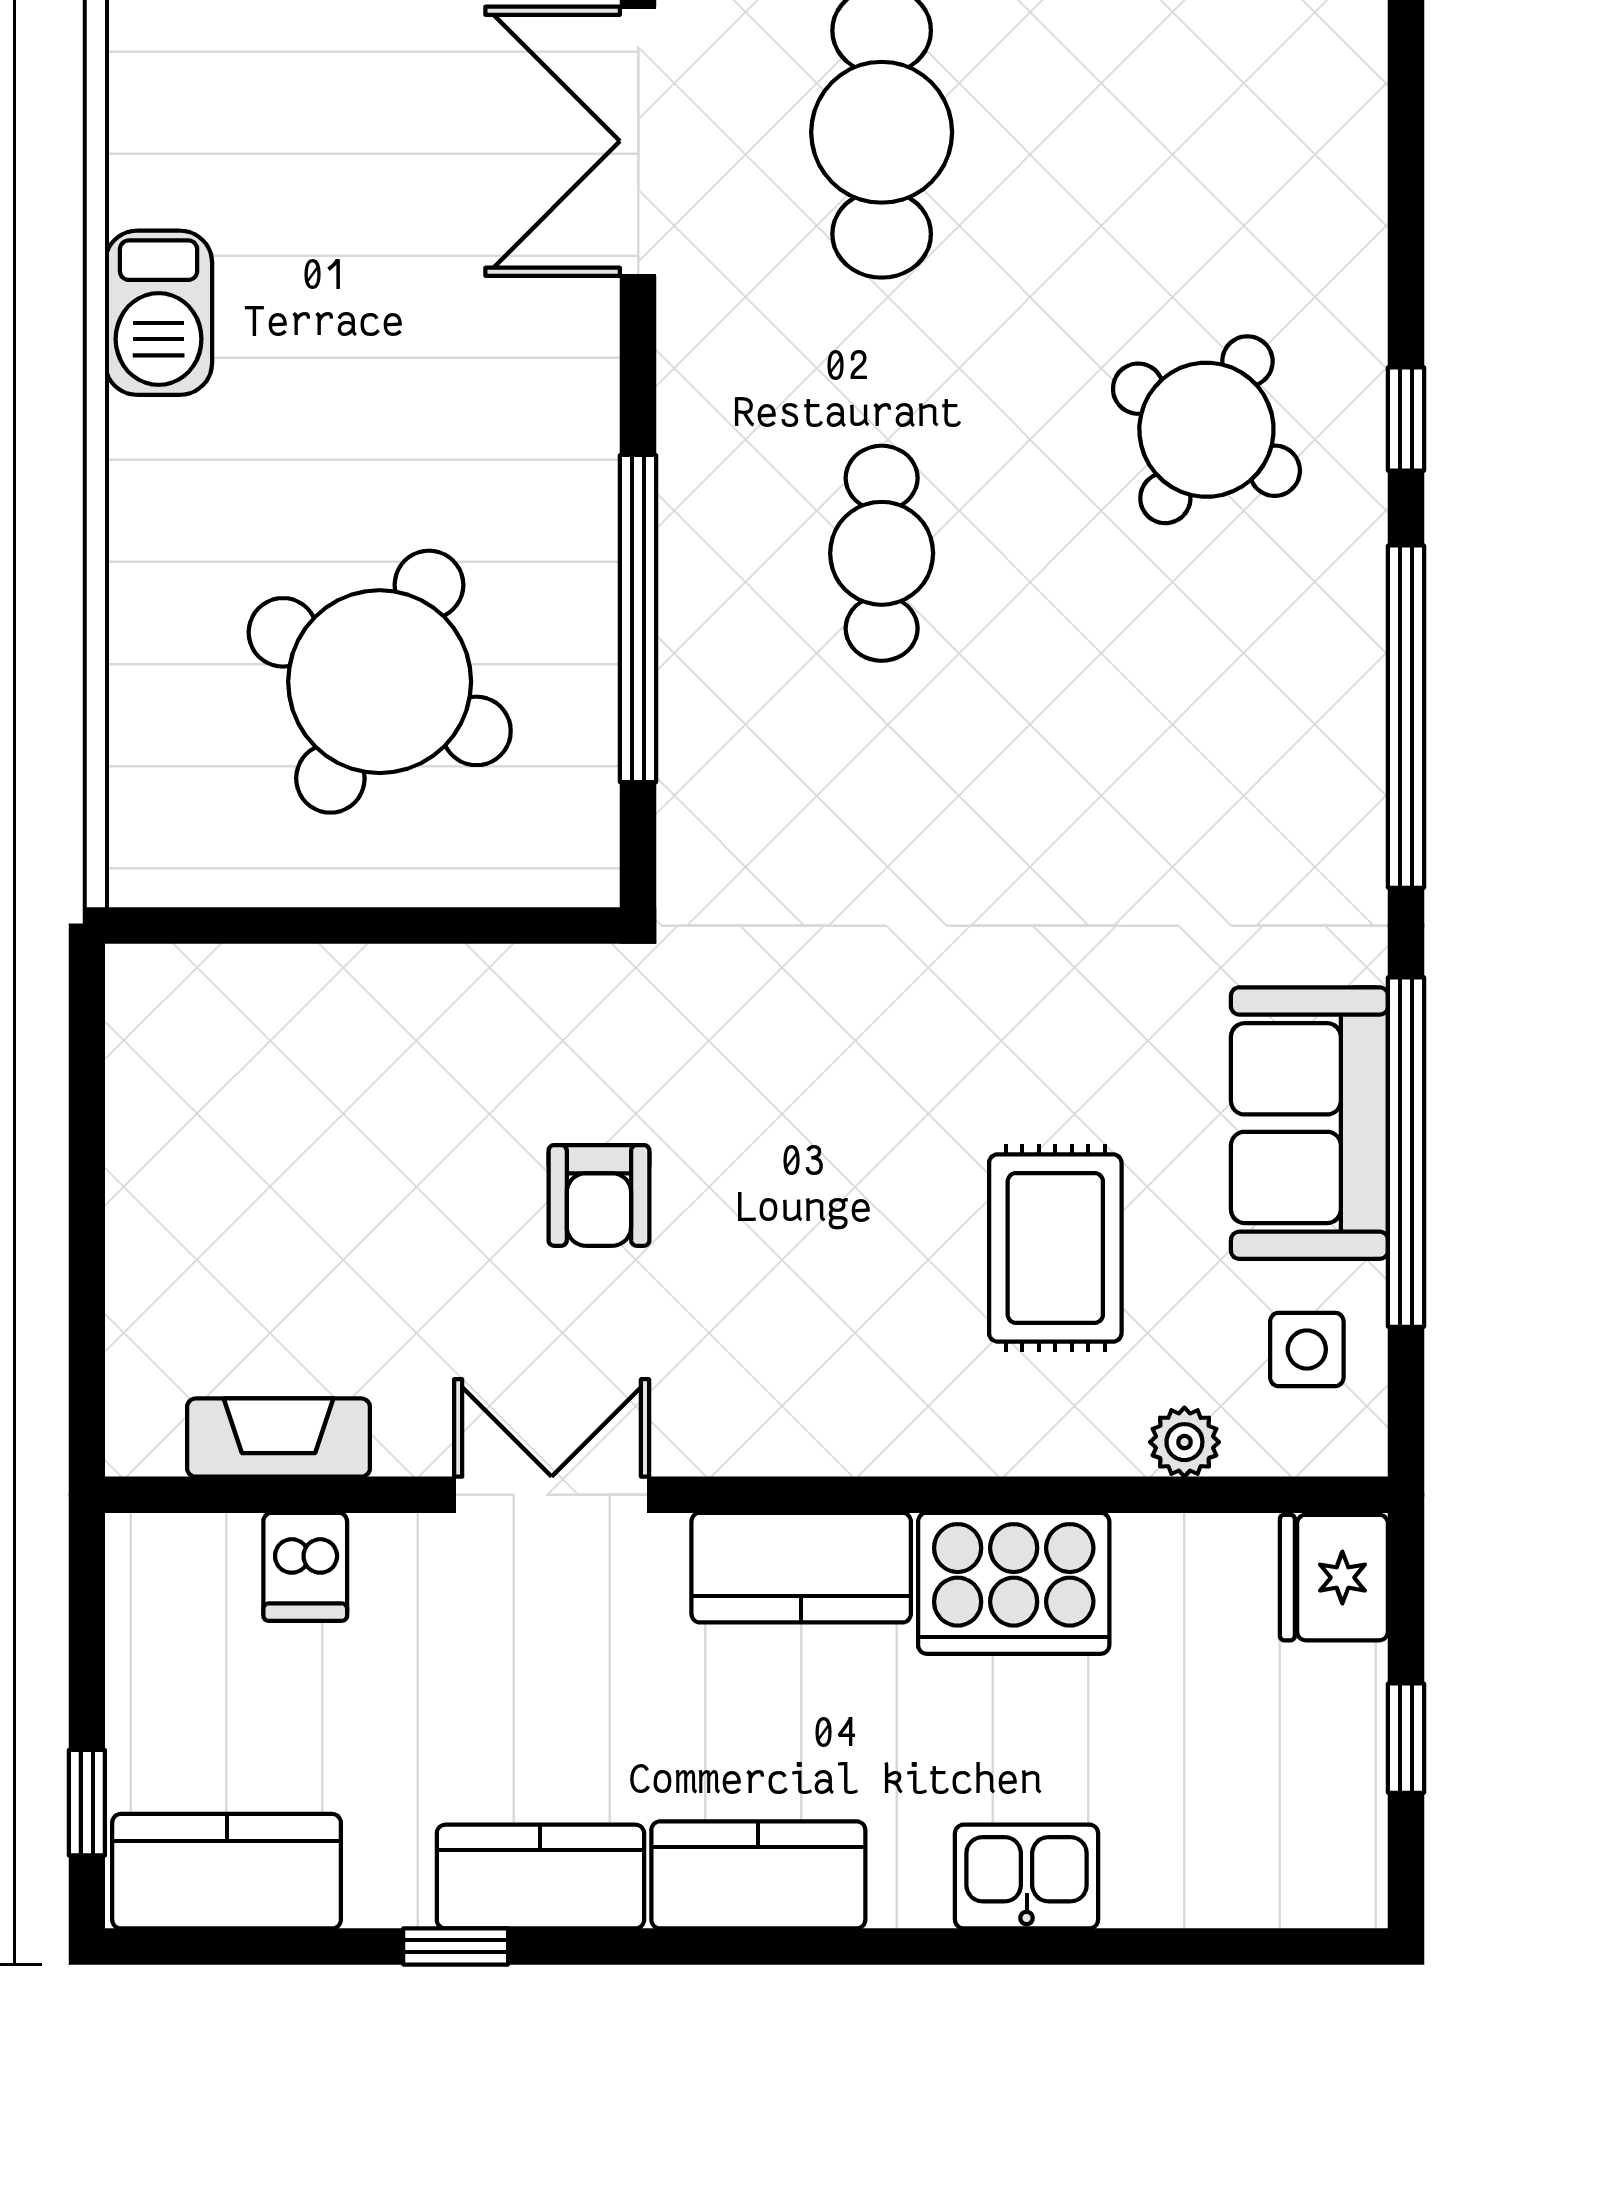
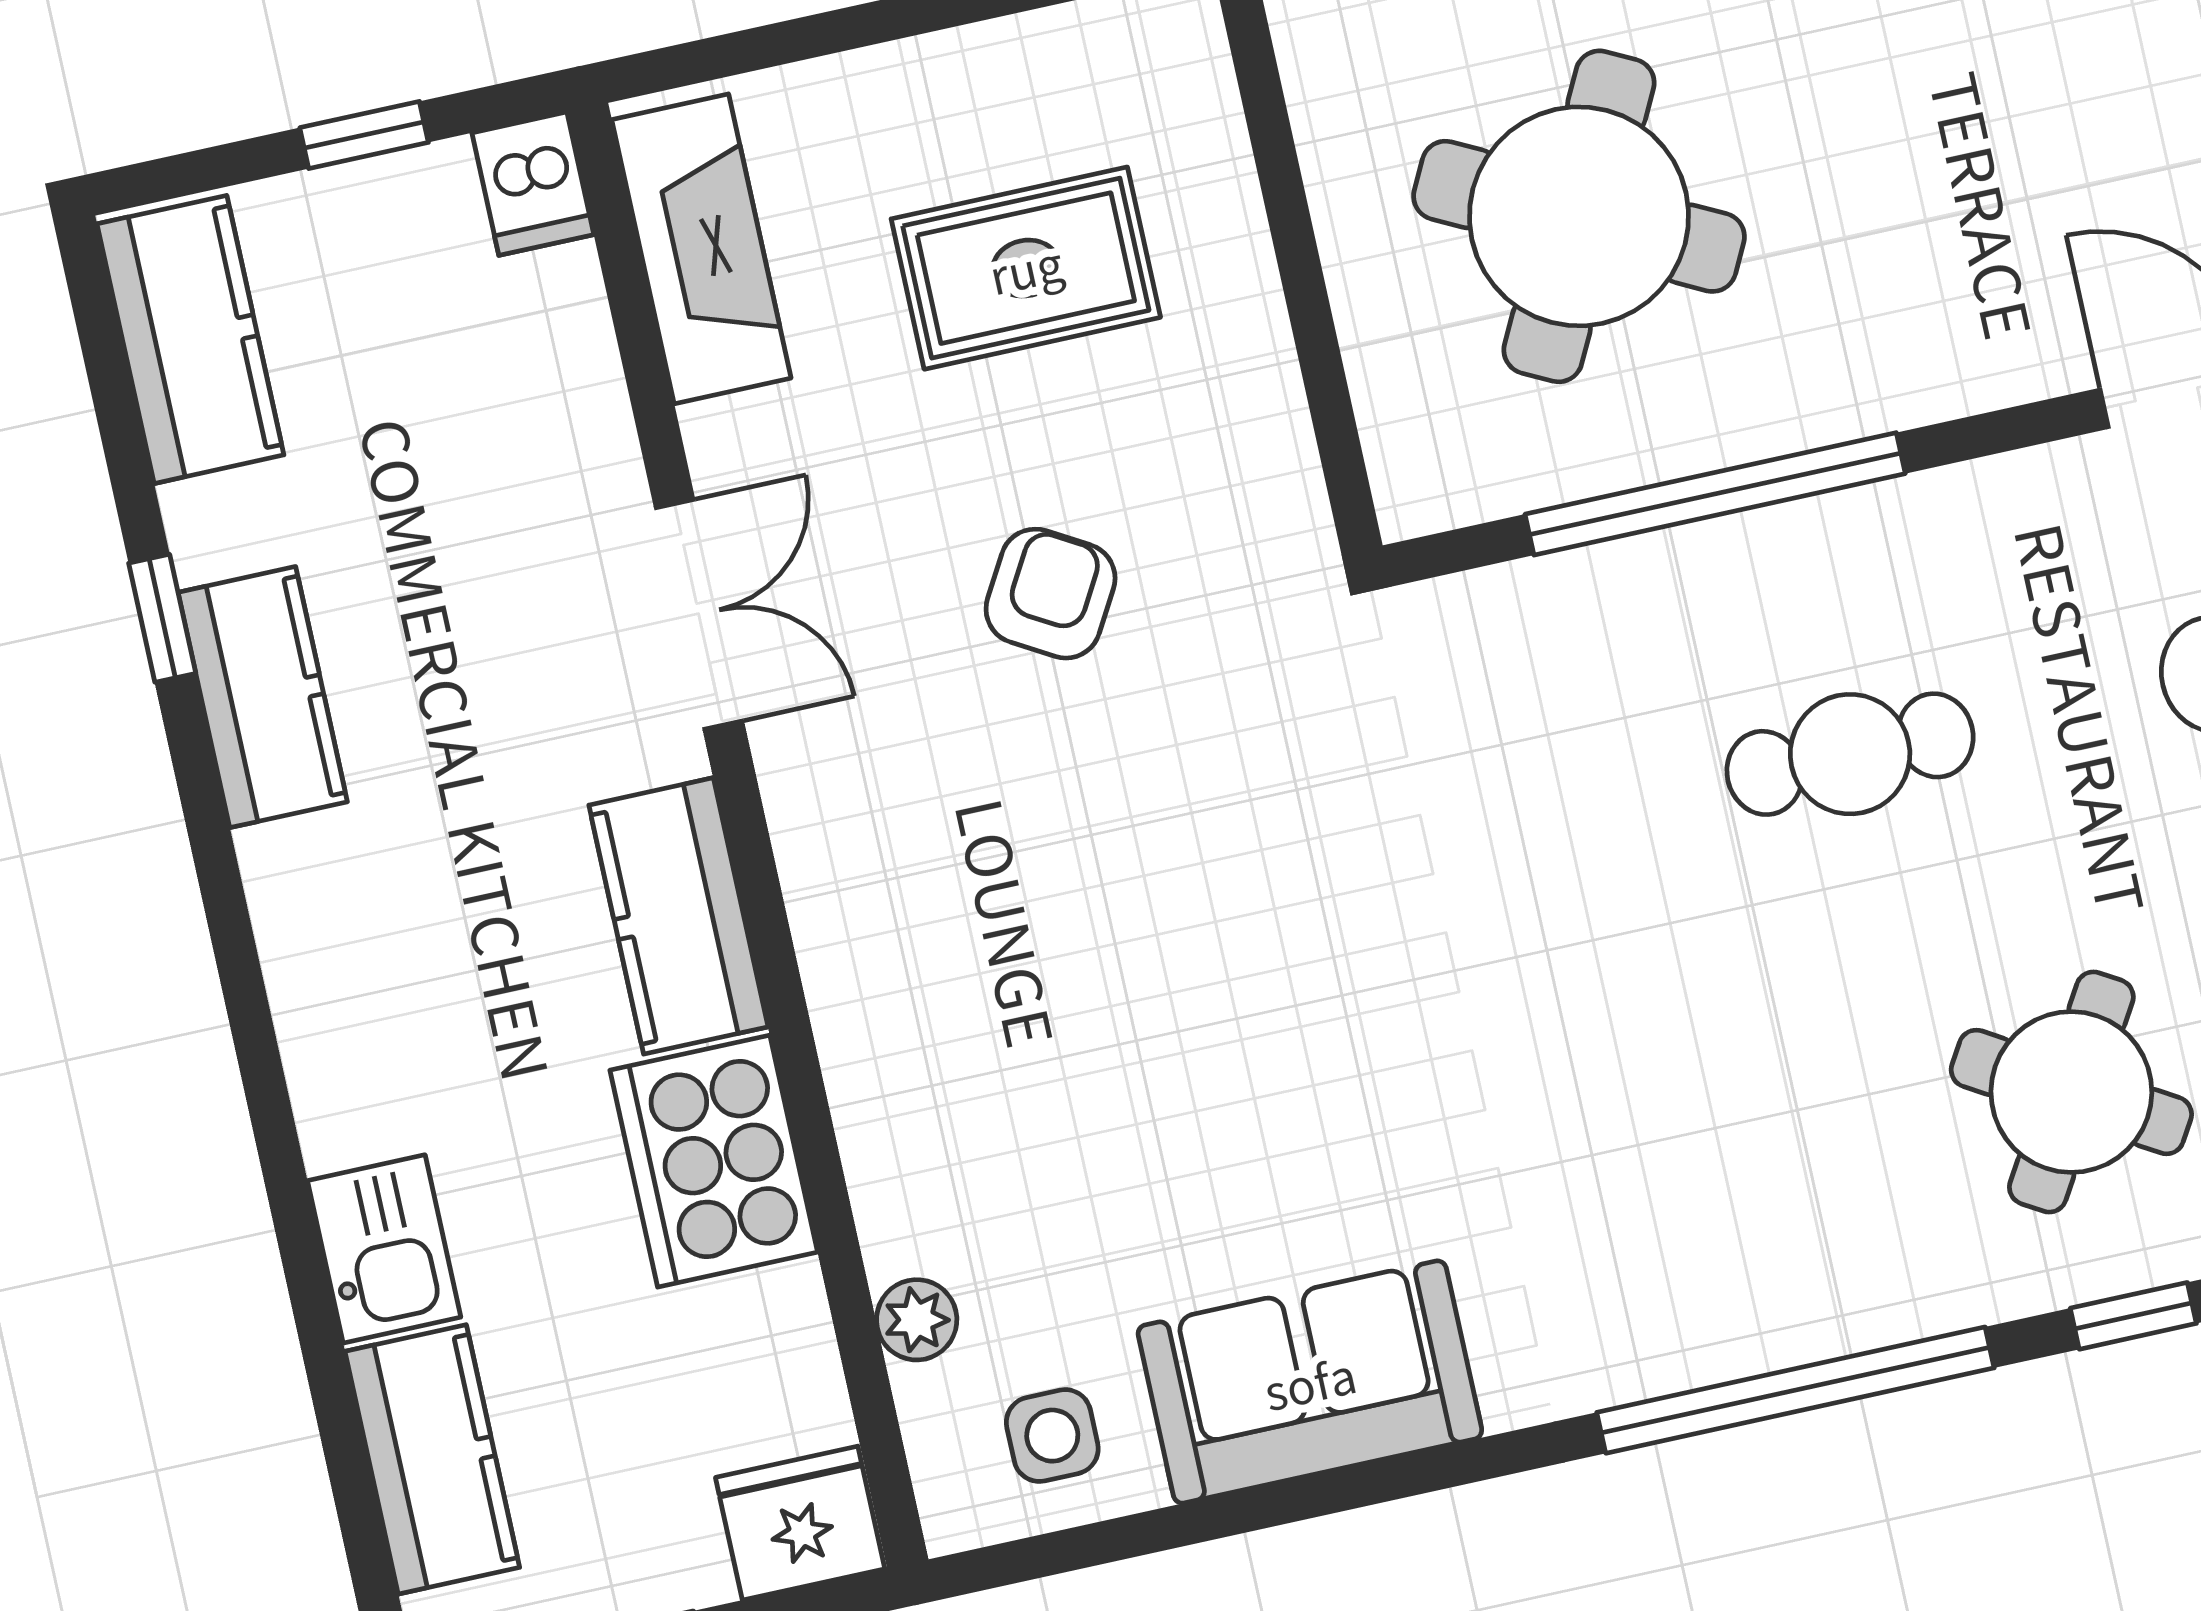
window: (1406, 1152) -> (1301, 1499), removed
armchair: (599, 1195) -> (1051, 594), turned 120
rug: (1055, 1248) -> (1026, 268), moved
fireplace: (279, 1438) -> (701, 249), width x1.37, depth x1.32
dishwasher: (305, 1567) -> (533, 184), moved, turned -90
window: (87, 1803) -> (364, 135), moved
kitchen counter: (758, 1875) -> (432, 1459), moved

